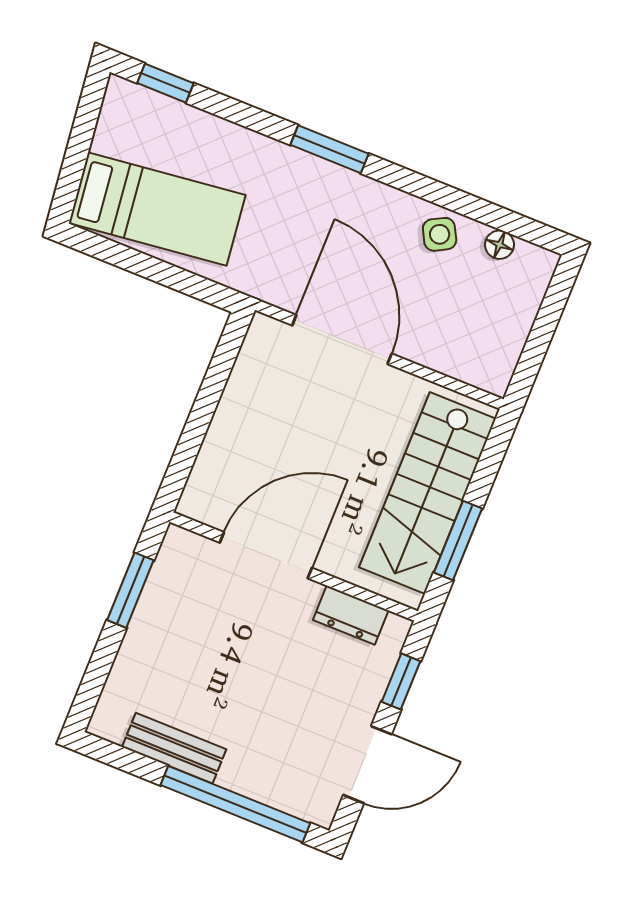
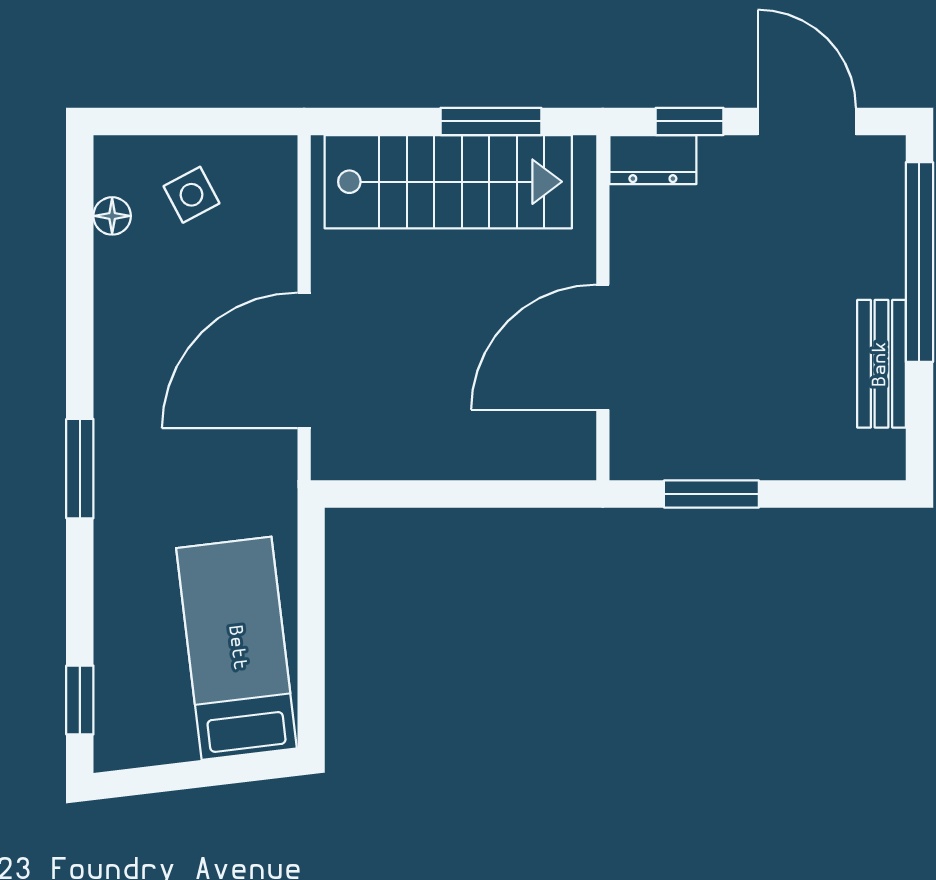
side table: (440, 234) -> (191, 195), moved
door: (266, 555) -> (603, 347), hinge flipped
dresser: (351, 615) -> (653, 160), moved, turned 90

